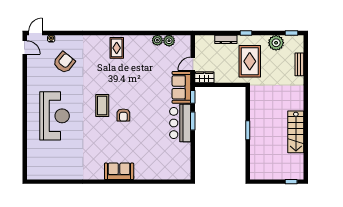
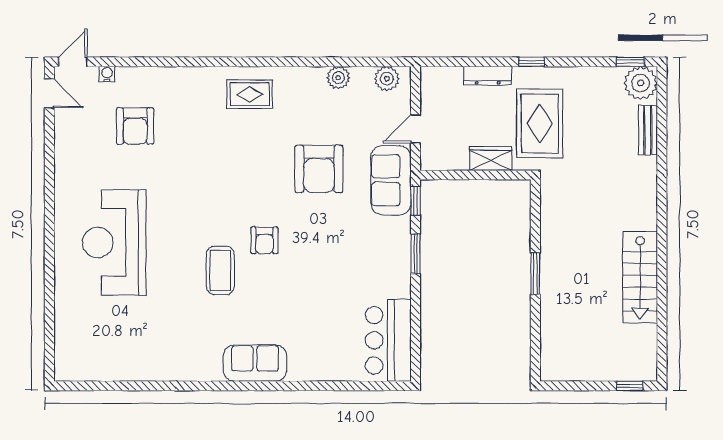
plant: (169, 41) -> (387, 79), moved
plant: (276, 43) -> (641, 83), moved
rug: (117, 48) -> (250, 94), turned 90
armchair: (64, 62) -> (135, 126), turned 141
wardrobe: (204, 77) -> (491, 158), moved
armchair: (148, 82) -> (319, 169), added
coffee table: (102, 105) -> (220, 270), moved
reception desk: (54, 116) -> (114, 242), turned 180
bar counter: (180, 123) -> (388, 340), moved

